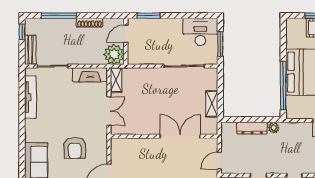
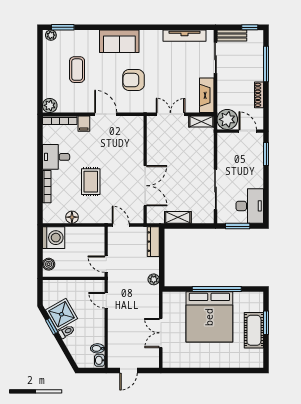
window: (283, 85) -> (217, 289), moved
double door: (109, 111) -> (170, 114), swing flipped
dresser: (252, 128) -> (153, 242), moved

